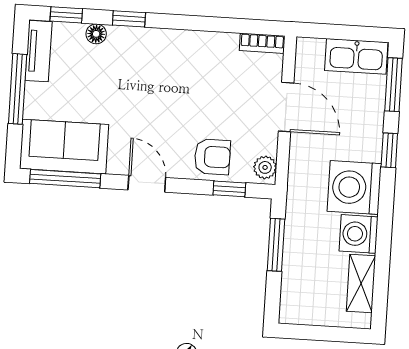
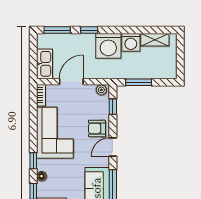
kitchen sink: (356, 56) -> (45, 64), moved
corner sofa: (183, 67) -> (55, 133), added
armchair: (212, 157) -> (97, 128), moved, turned -90

